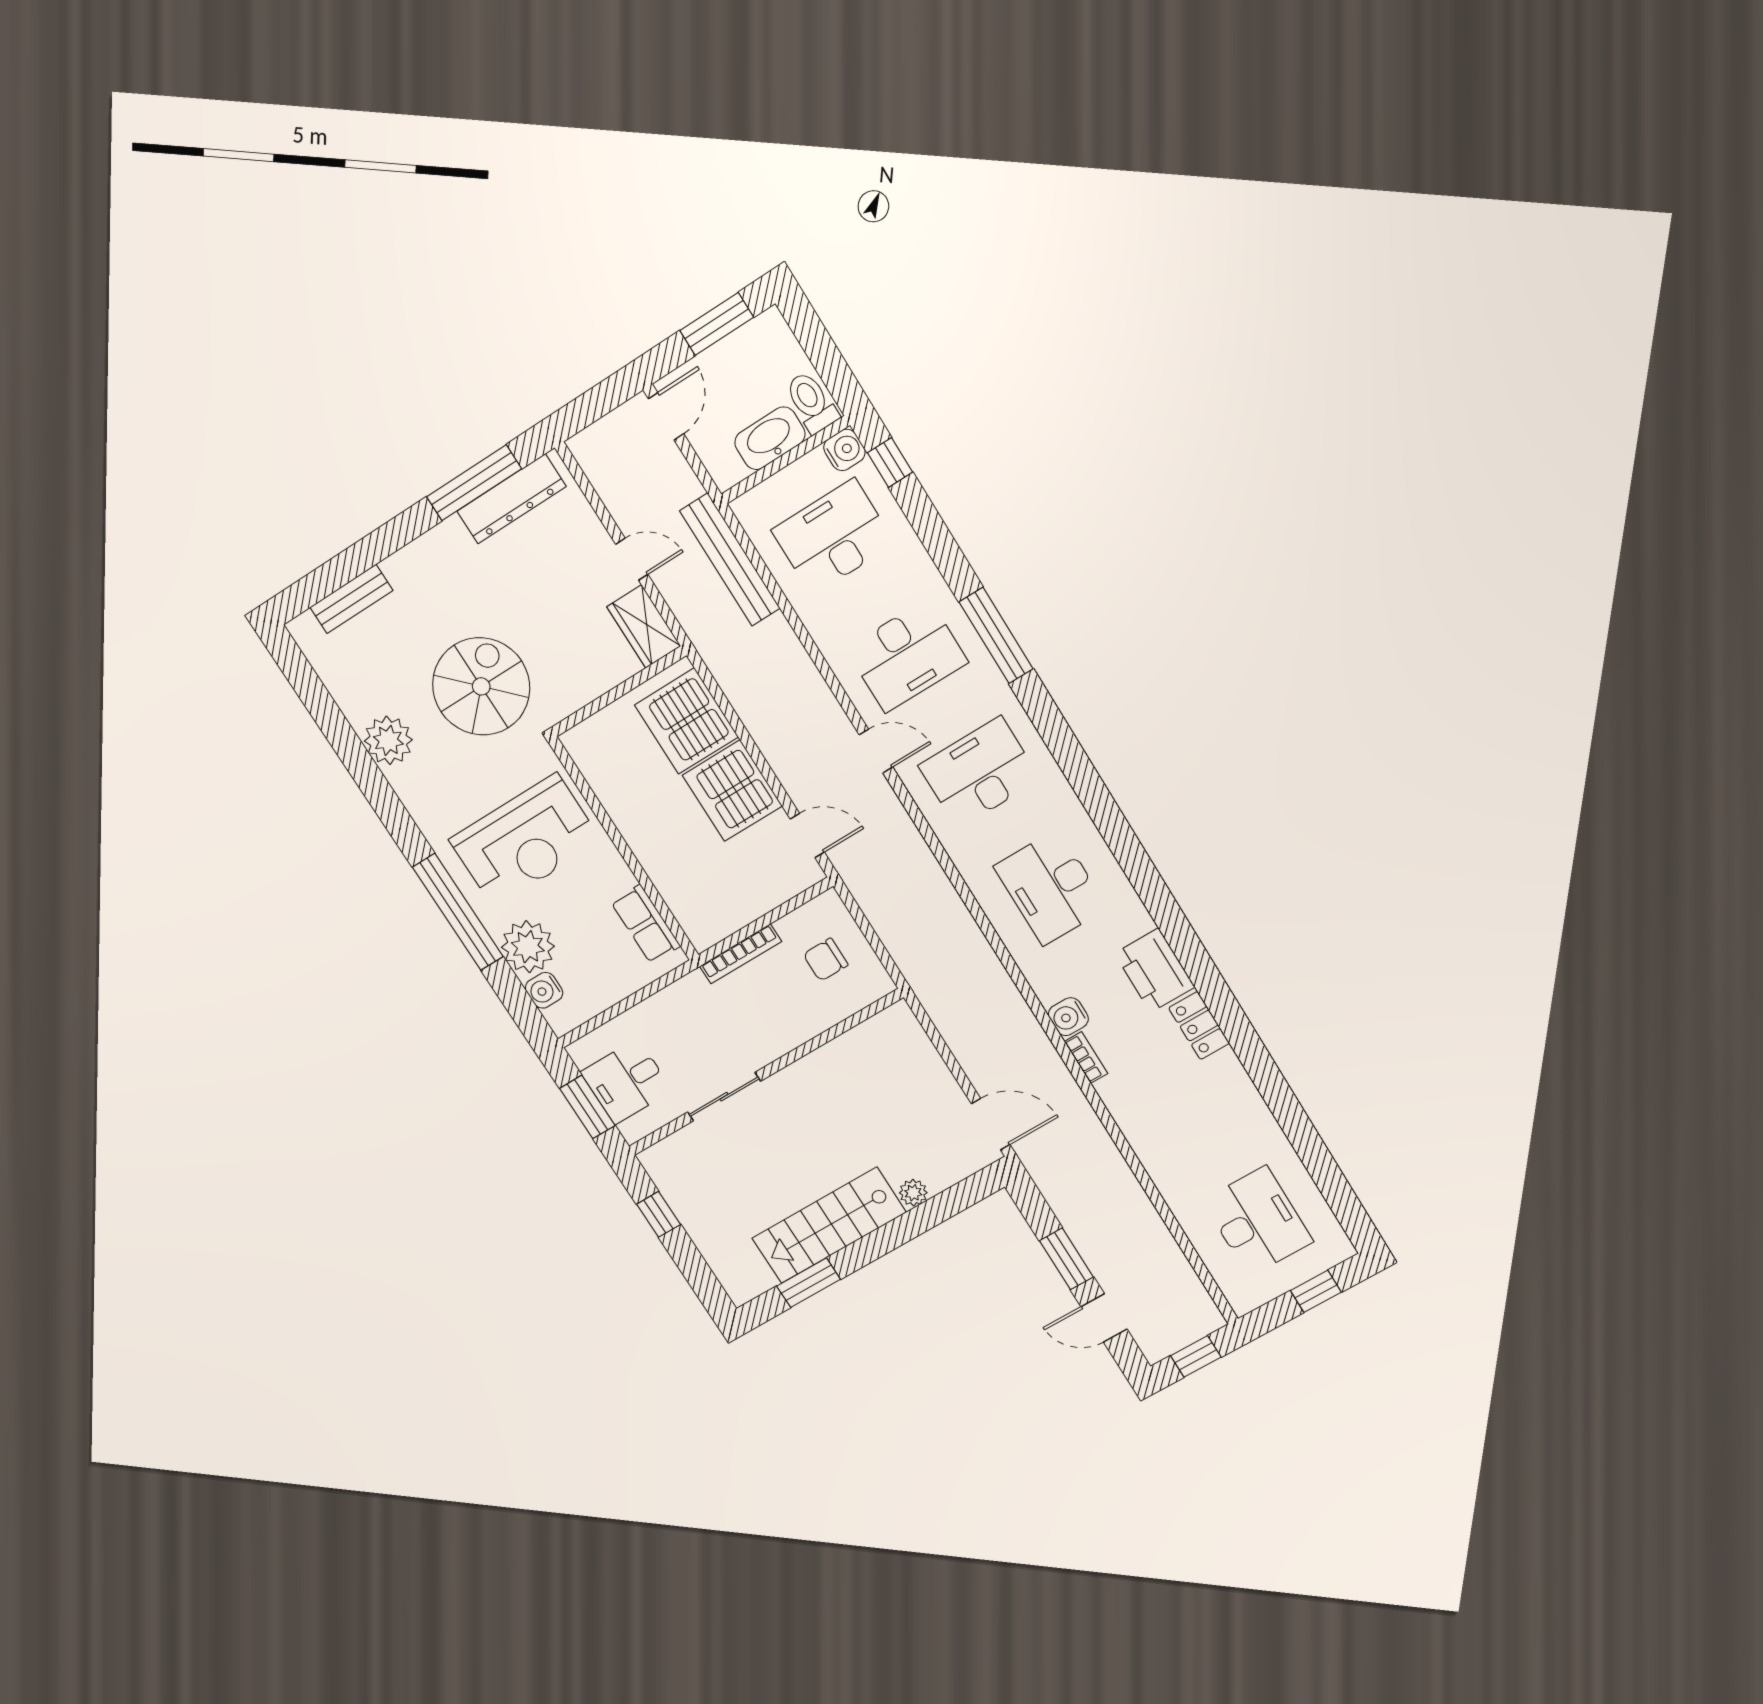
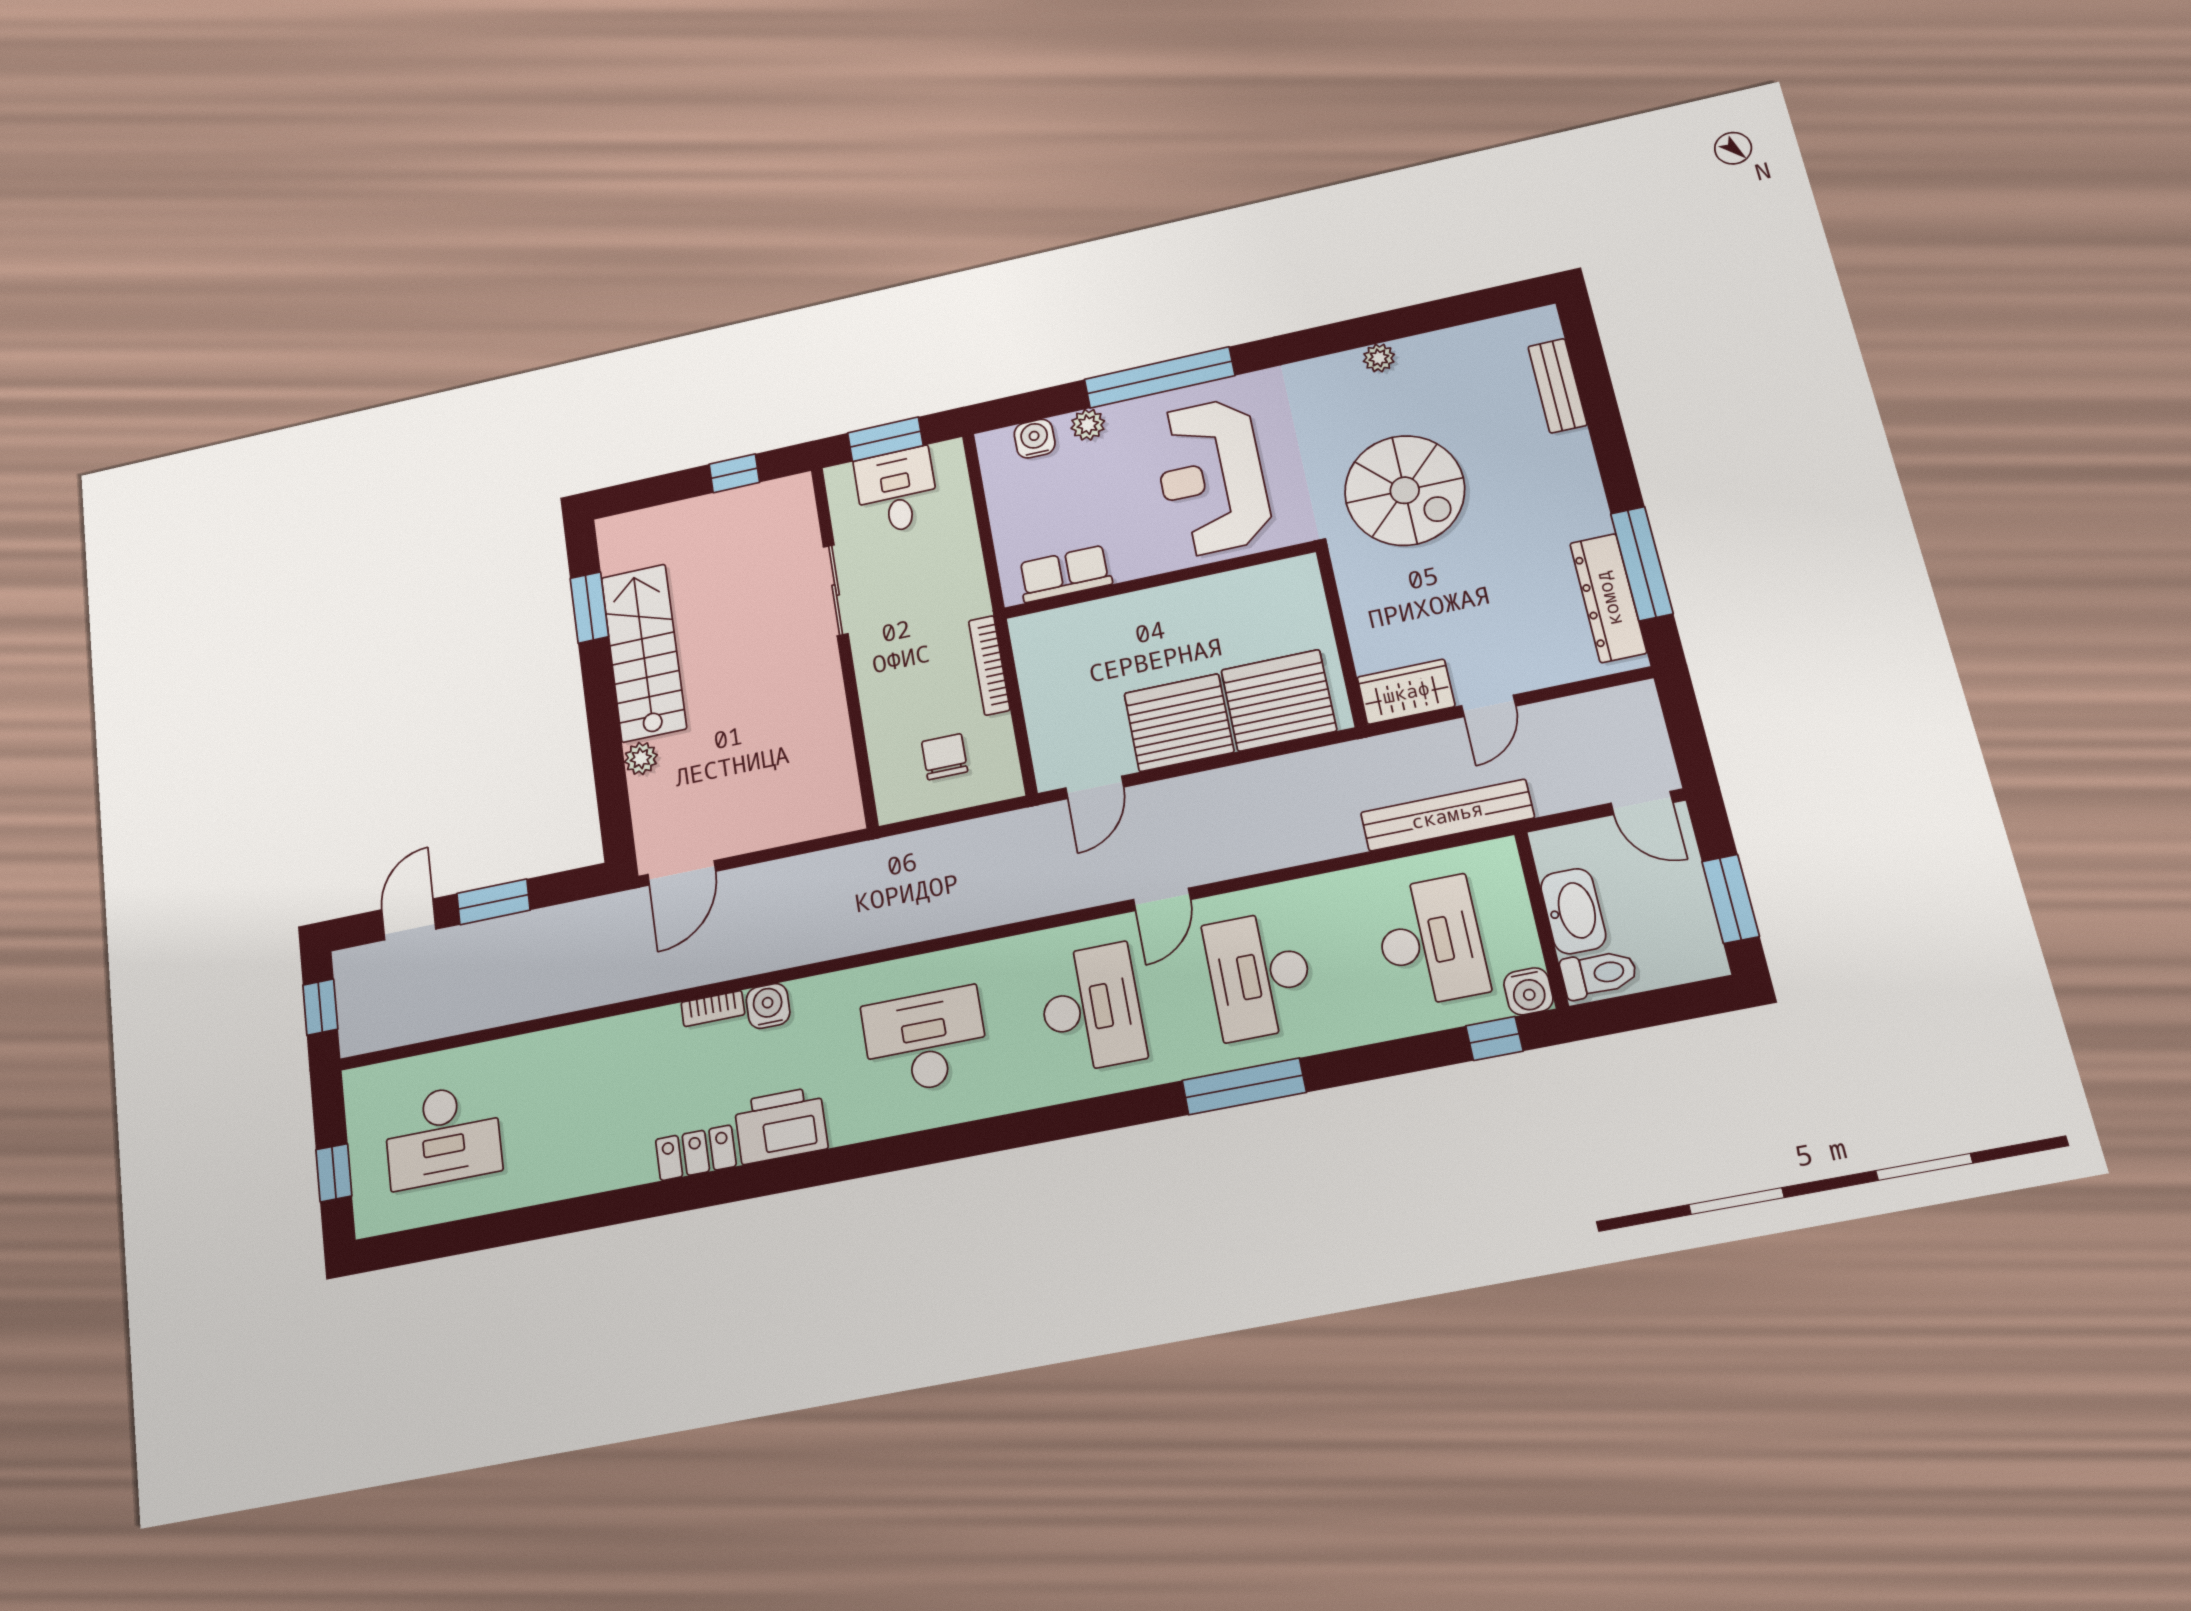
plant: (388, 740) -> (1379, 358), width x0.53, depth x0.53
plant: (528, 947) -> (1088, 425), width x0.53, depth x0.53

